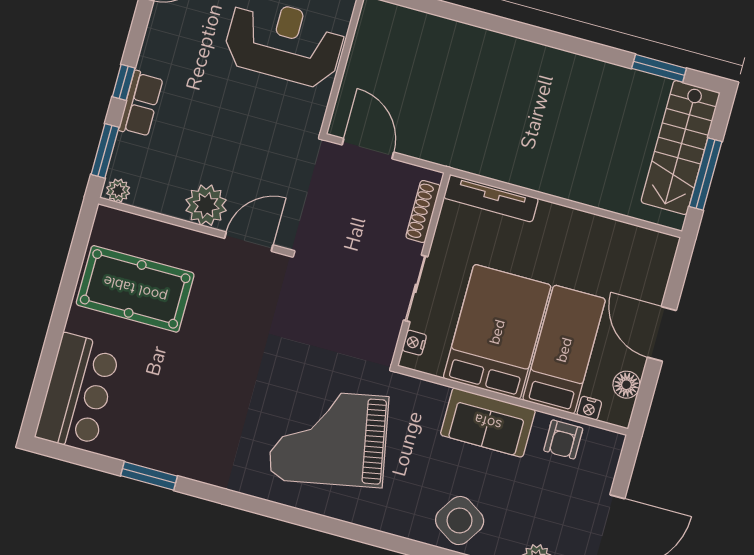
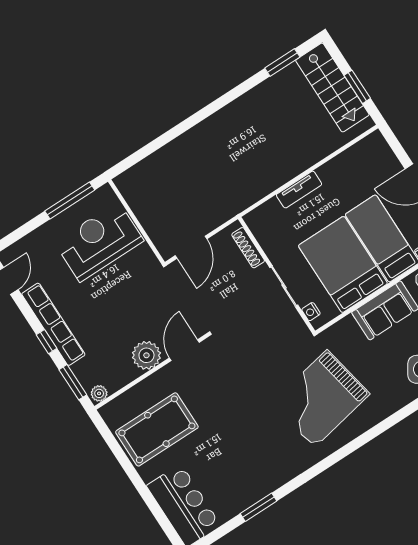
row of seats: (141, 104) -> (53, 324), width x2.02
door: (368, 149) -> (191, 247), swing flipped
window: (706, 174) -> (357, 87), width x0.69
tv unit: (491, 198) -> (299, 190), moved, width x0.71

